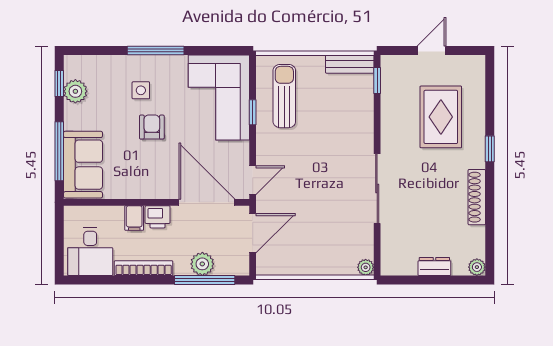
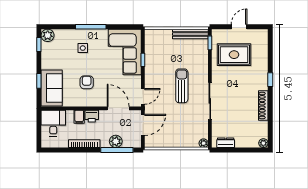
bench: (350, 64) -> (190, 34), width x1.36
plant: (75, 91) -> (48, 35), moved
sun lounger: (284, 96) -> (182, 86), moved
rug: (441, 117) -> (234, 55), moved, turned 90
armchair: (152, 127) -> (87, 82), moved
window: (59, 151) -> (39, 81), width x0.46
door: (207, 202) -> (118, 108), width x0.73
desk: (90, 251) -> (53, 123), moved, turned 180
dresser: (434, 266) -> (226, 143), moved

